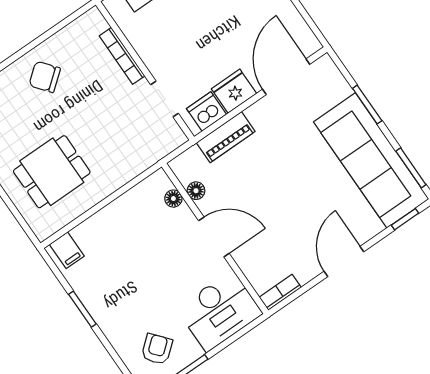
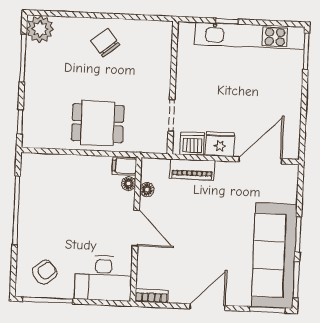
bookcase: (122, 56) -> (165, 67), removed
window: (367, 105) -> (298, 234), moved
dining table: (52, 172) -> (98, 123), moved
window: (20, 219) -> (20, 122), added
window: (405, 219) -> (267, 310), width x1.50
filing cabinet: (67, 250) -> (124, 166), moved, turned 90
window: (82, 309) -> (16, 210), width x2.11

